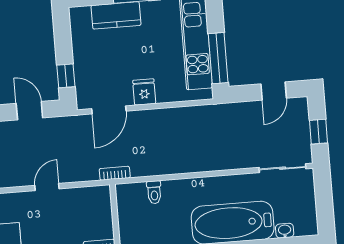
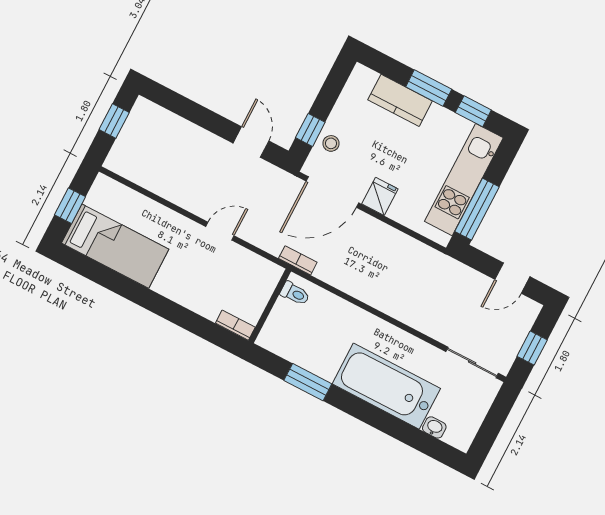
stool: (86, 76) -> (331, 143), added
door: (109, 110) -> (332, 192), width x1.36
toilet: (154, 192) -> (295, 293), moved, turned -90

